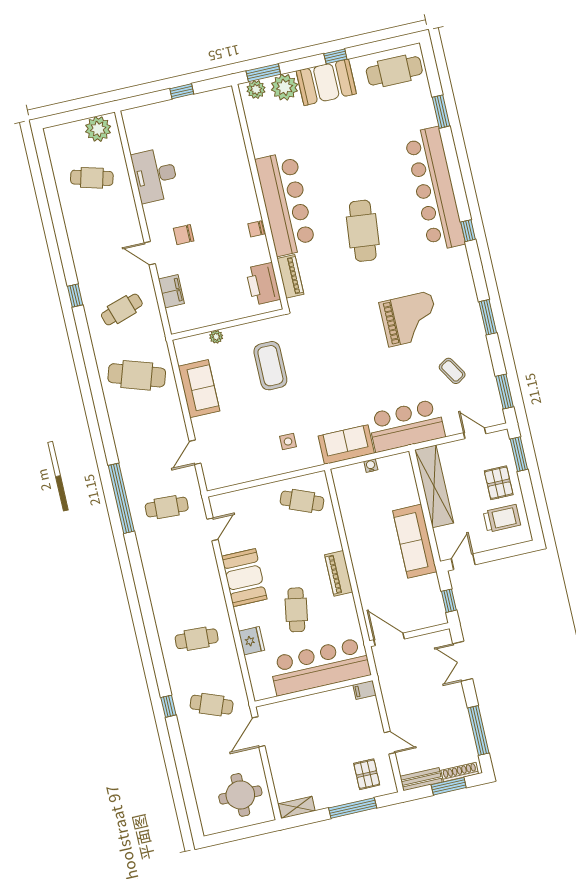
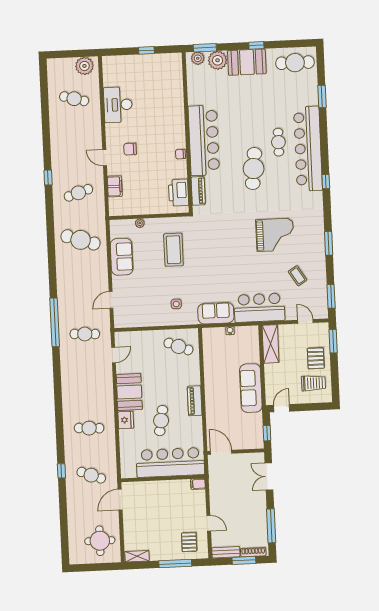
cafe table: (391, 187) -> (278, 142), added
shelving: (434, 486) -> (271, 344), width x0.68
fridge: (251, 641) -> (126, 420), moved

